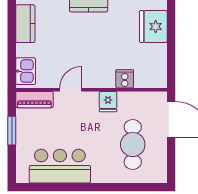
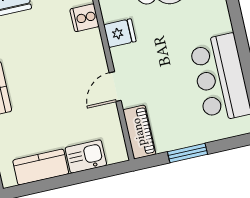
kitchen sink: (26, 71) -> (86, 156), moved
door: (71, 90) -> (115, 87), hinge flipped

